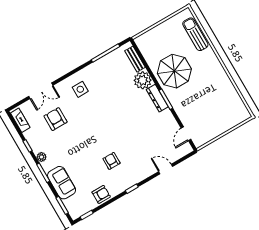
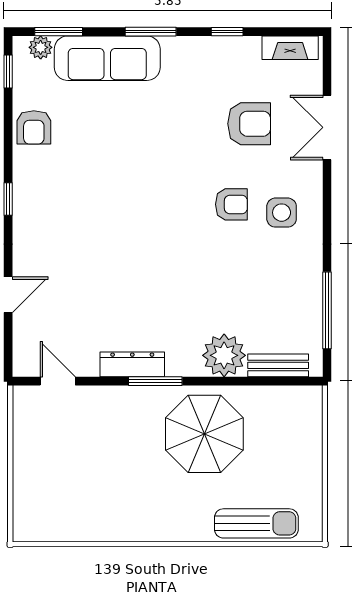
dresser: (157, 98) -> (132, 364), moved
plant: (42, 157) -> (41, 47), moved
armchair: (112, 161) -> (231, 204), moved
sofa: (62, 183) -> (107, 58), width x1.36

